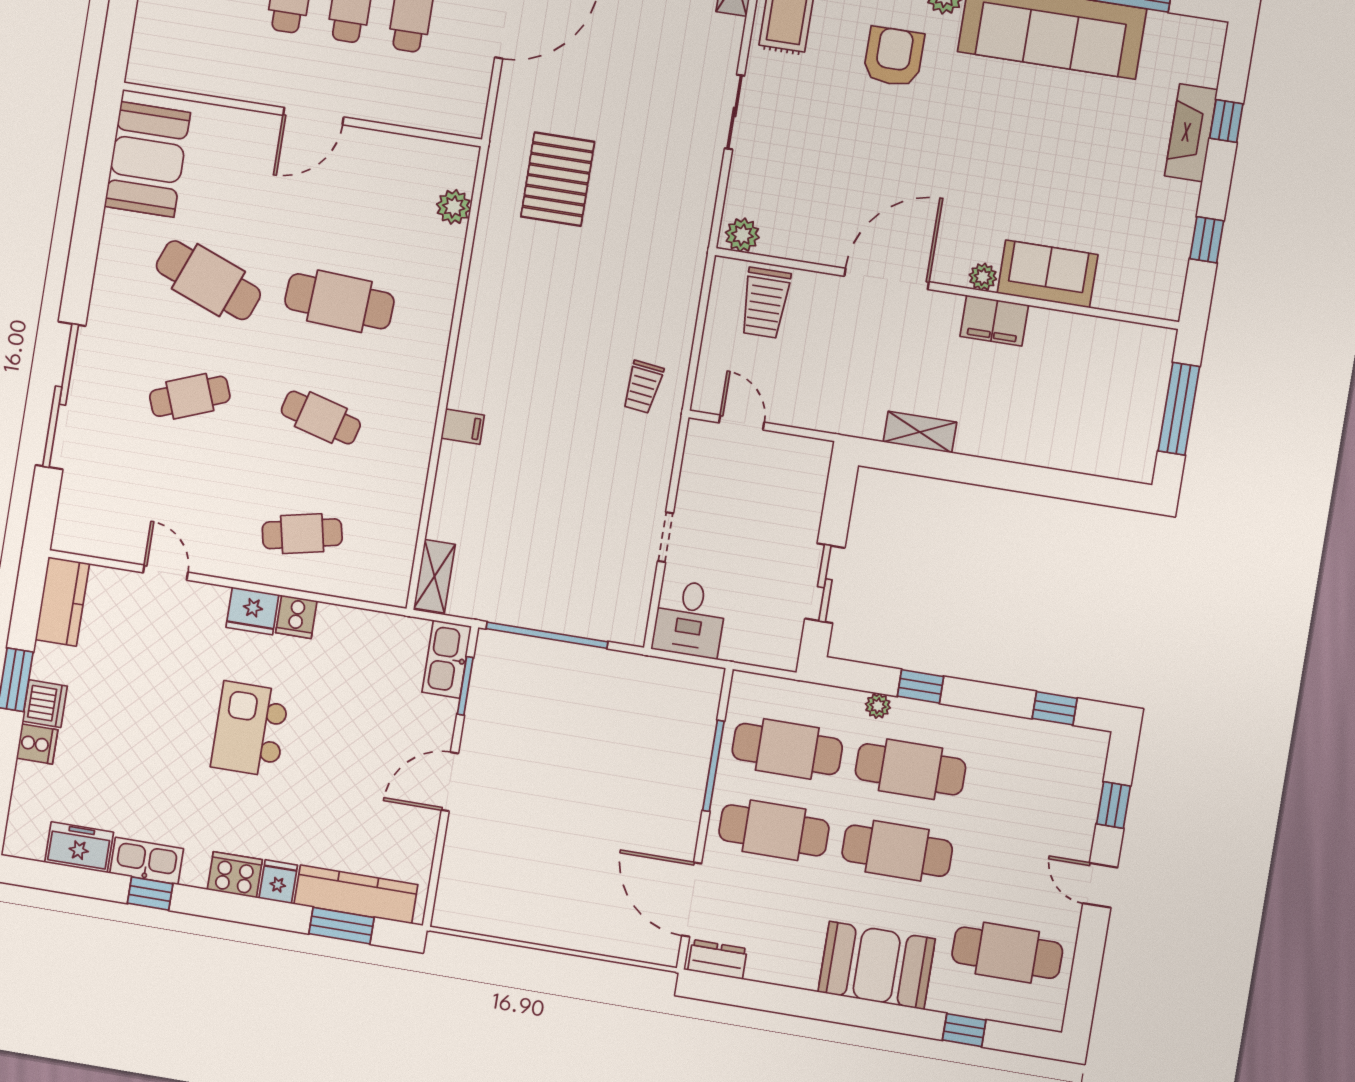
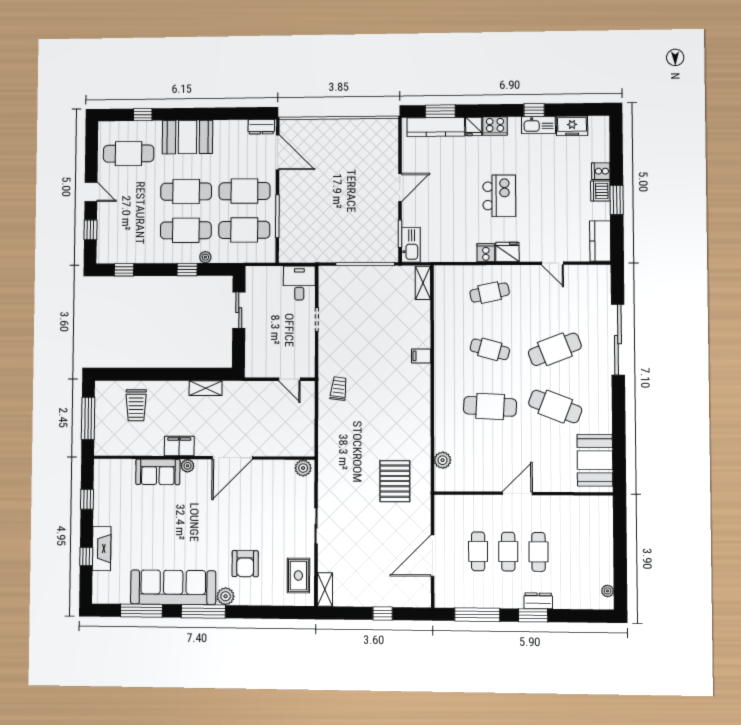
trolley: (765, 303) -> (136, 405), moved, turned 180
cafe table: (190, 396) -> (555, 349), width x1.37, depth x1.35

